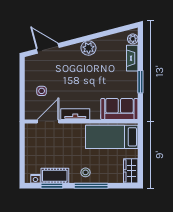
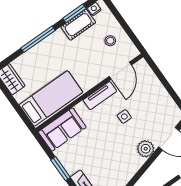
plant: (88, 48) -> (146, 149), moved
side table: (42, 91) -> (124, 116), moved
stool: (86, 172) -> (110, 41), moved

